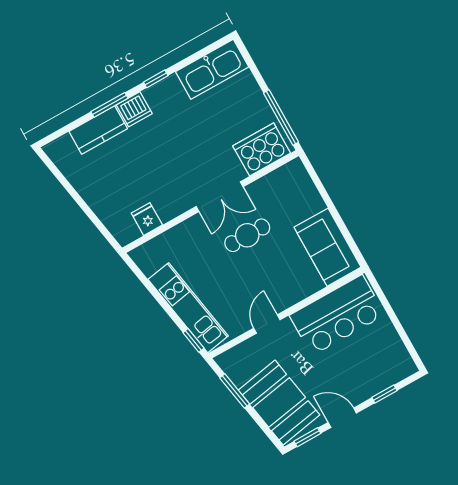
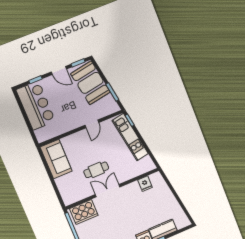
bar counter: (337, 315) -> (36, 105), moved, turned 90

